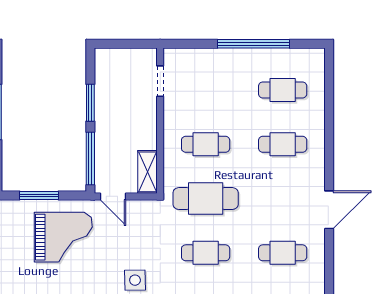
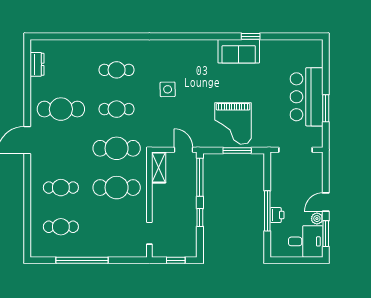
window: (124, 44) -> (176, 260), added
window: (90, 103) -> (200, 217), width x0.67
cafe table: (206, 144) -> (117, 188), width x1.37, depth x1.35
grand piano: (63, 237) -> (233, 123), moved, turned -90
cafe table: (283, 253) -> (61, 109), width x1.37, depth x1.35

